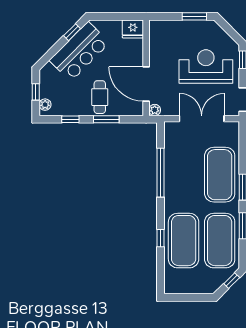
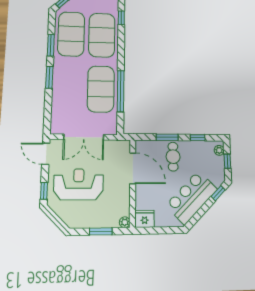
window: (194, 16) -> (101, 231), moved
window: (72, 32) -> (218, 193), moved
reception desk: (206, 66) -> (79, 184), turned 180
plant: (155, 110) -> (125, 222), moved
exercise mat: (220, 175) -> (101, 89), moved
window: (160, 238) -> (121, 18), moved

